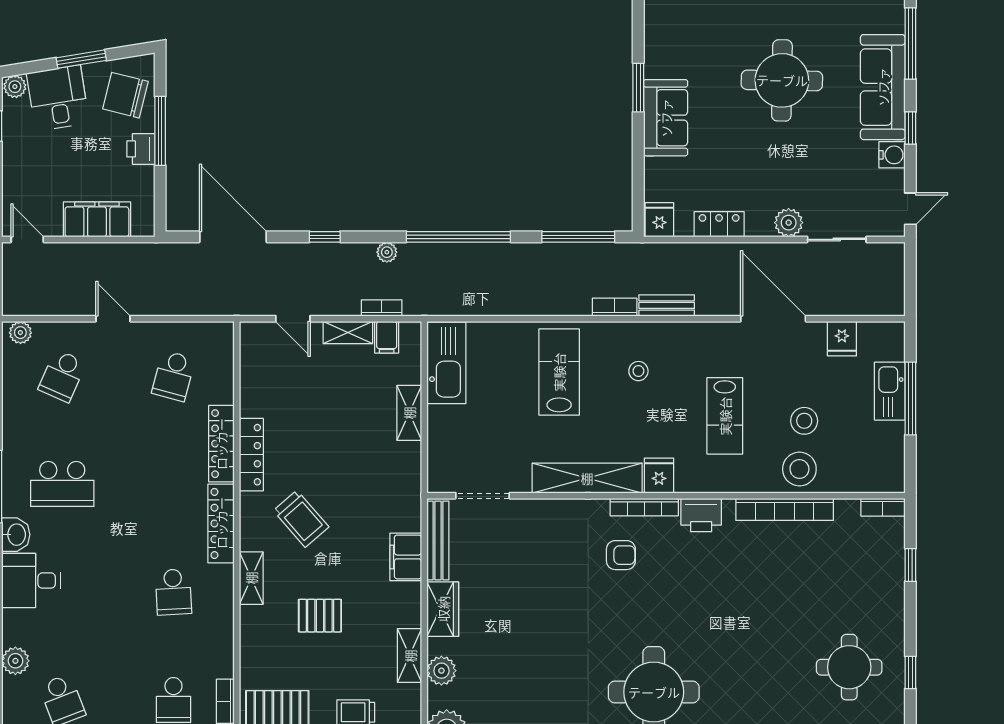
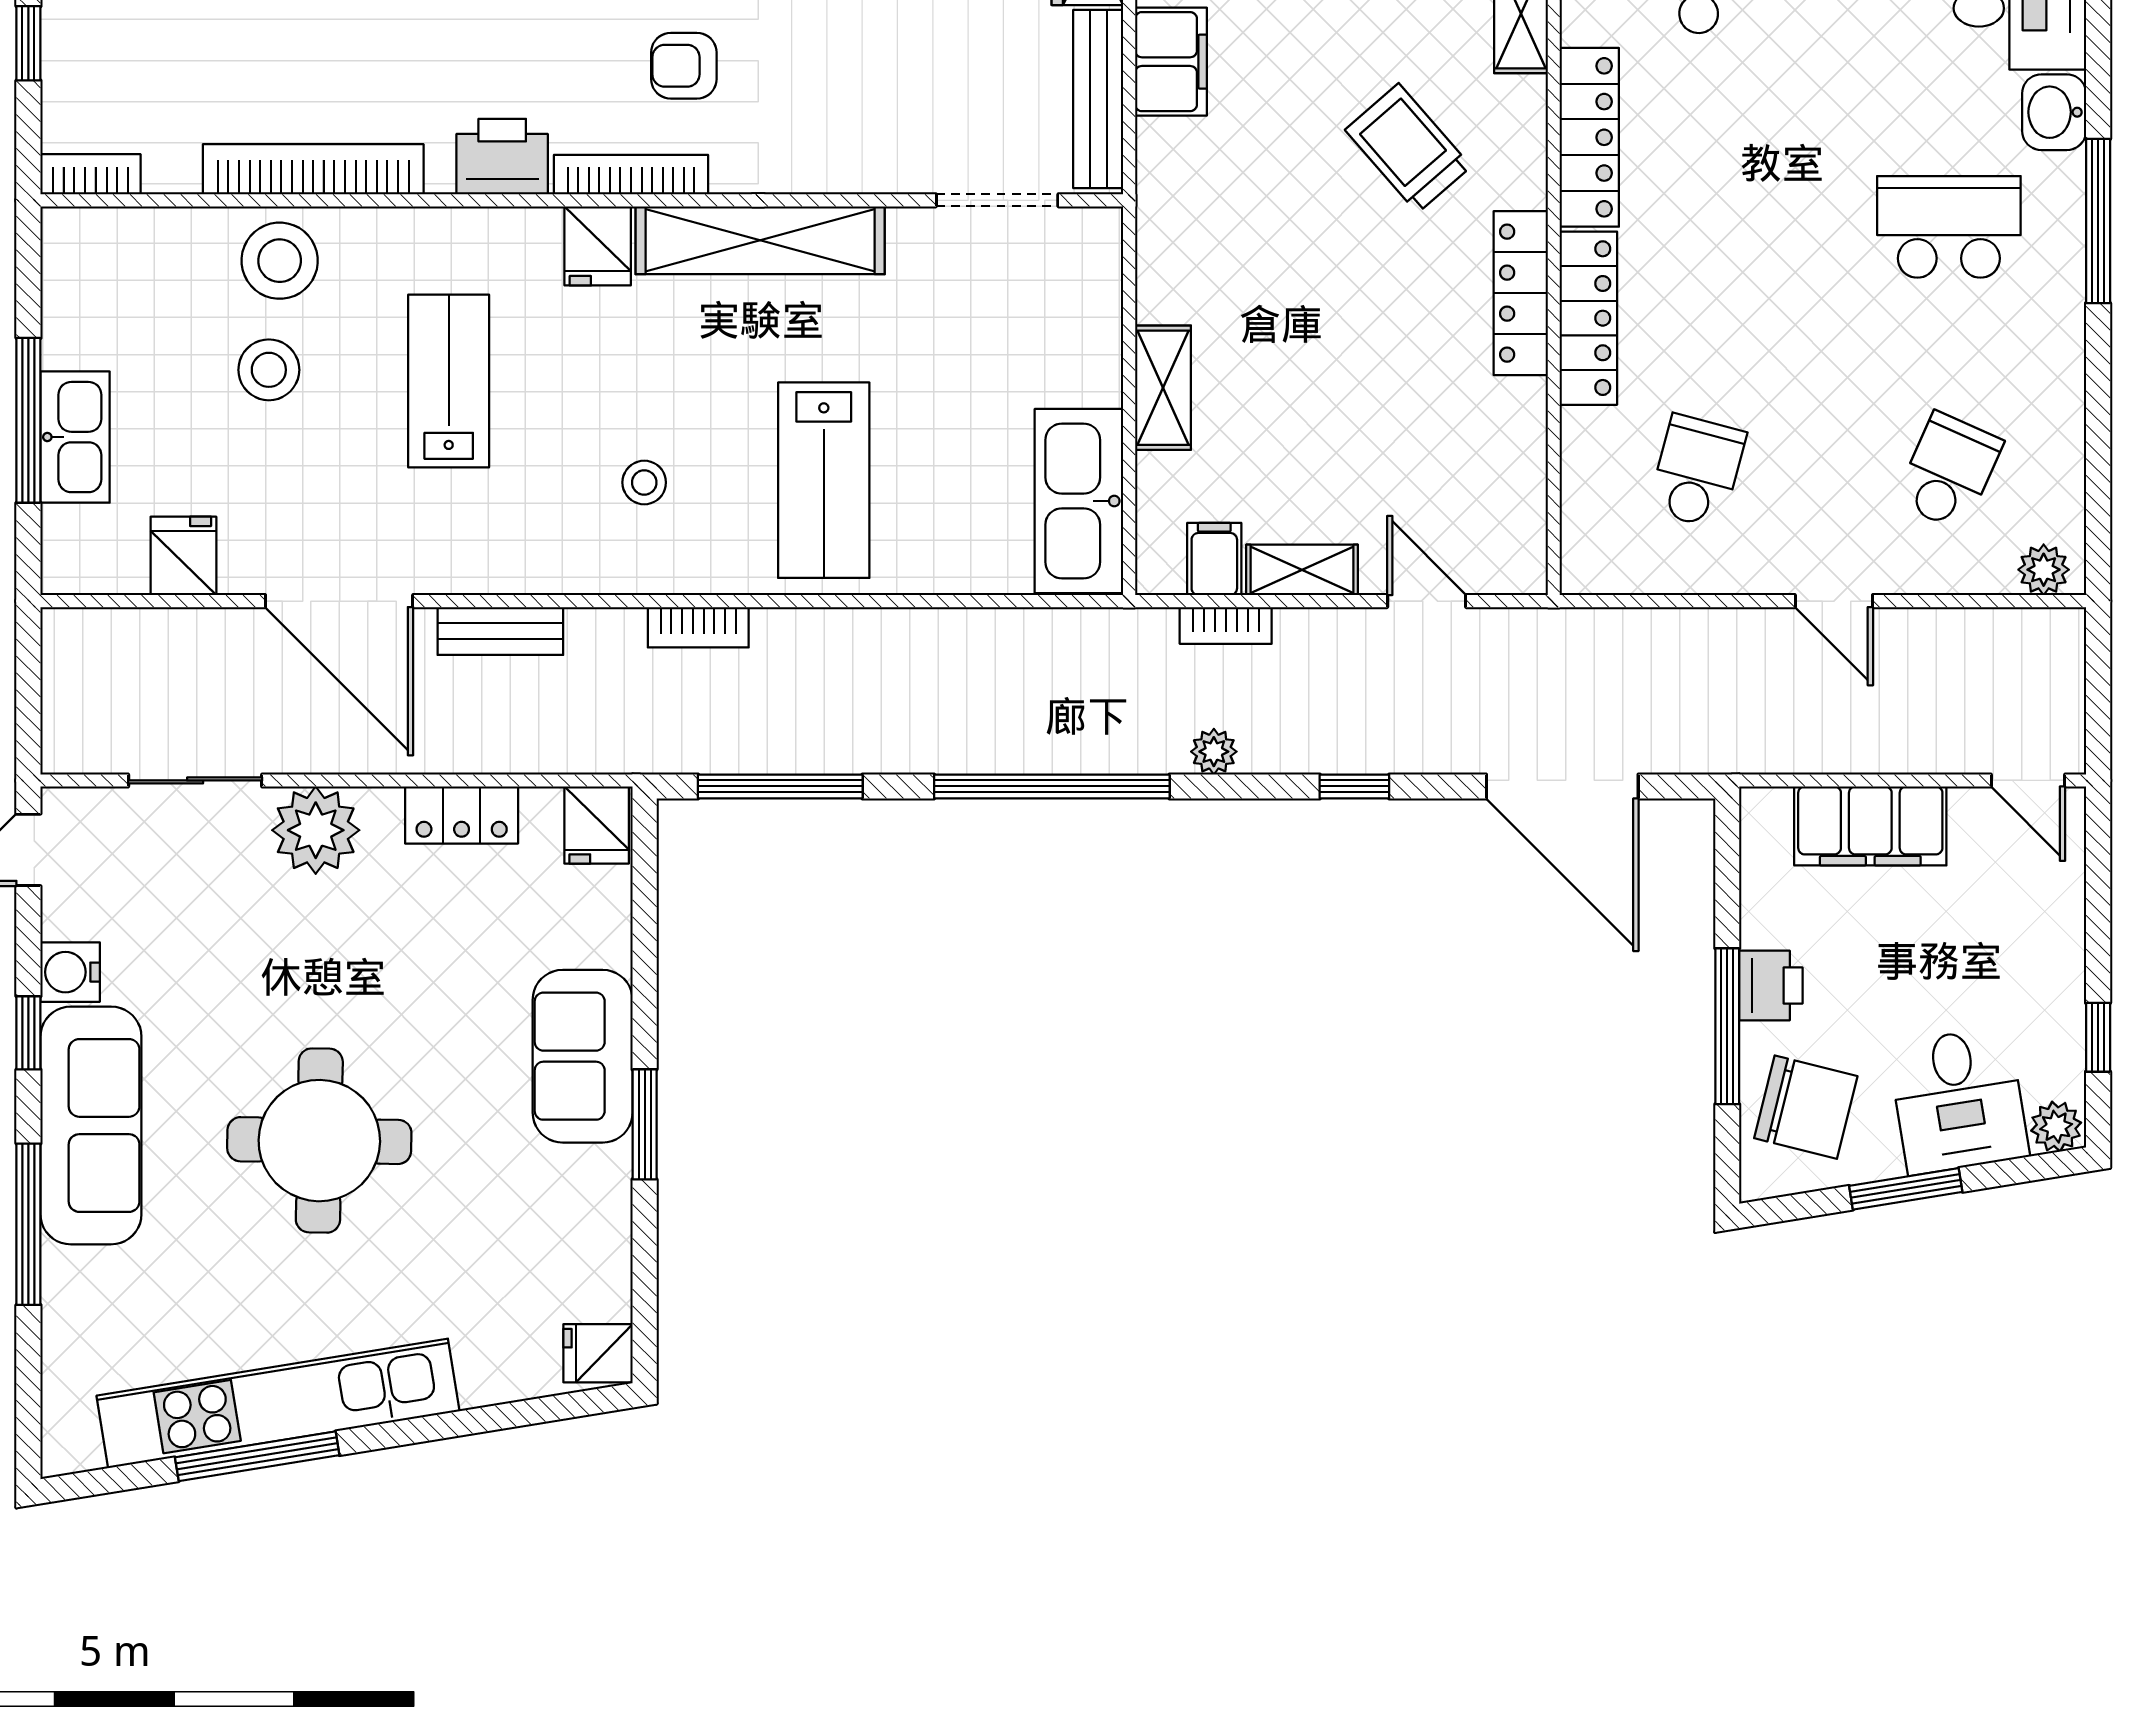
plant: (789, 223) -> (316, 830), width x1.36, depth x1.36
bench: (667, 305) -> (500, 631), moved

